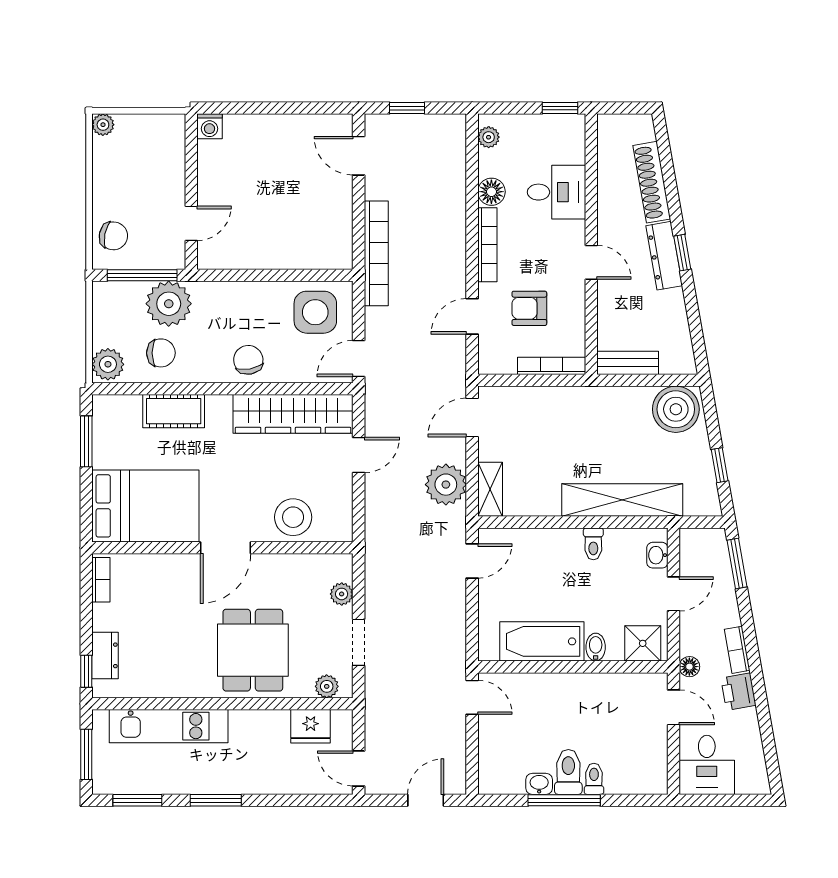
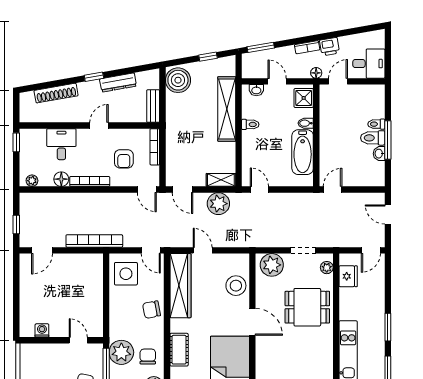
washing machine: (210, 126) -> (42, 330), moved, turned -90
dresser: (664, 256) -> (118, 83), moved
door: (472, 316) -> (147, 189), moved
plant: (342, 594) -> (272, 265), width x1.88, depth x1.88

